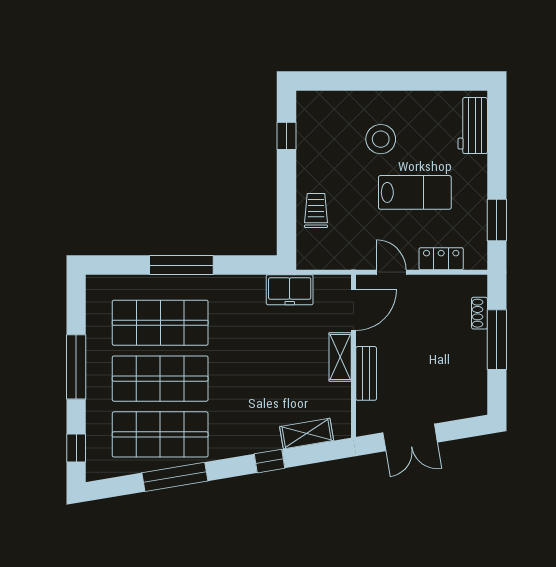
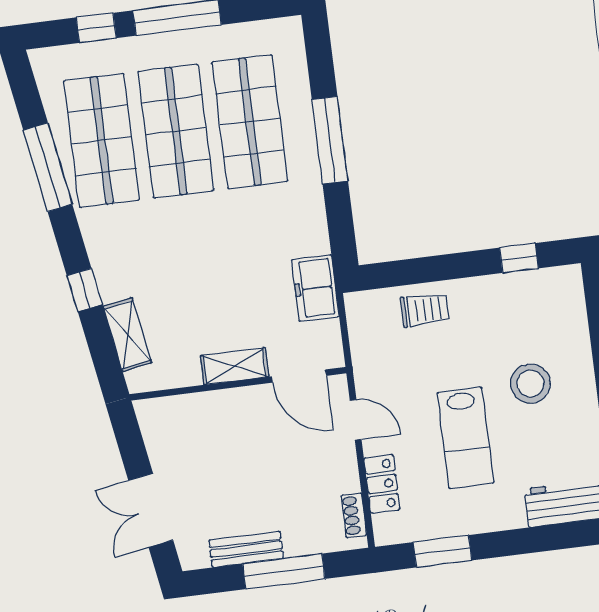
door: (391, 272) -> (356, 420), hinge flipped
shoe rack: (479, 313) -> (354, 515), moved, turned -90
bench: (366, 373) -> (246, 549), moved
double door: (410, 437) -> (151, 510), moved
window: (76, 448) -> (96, 28), moved

